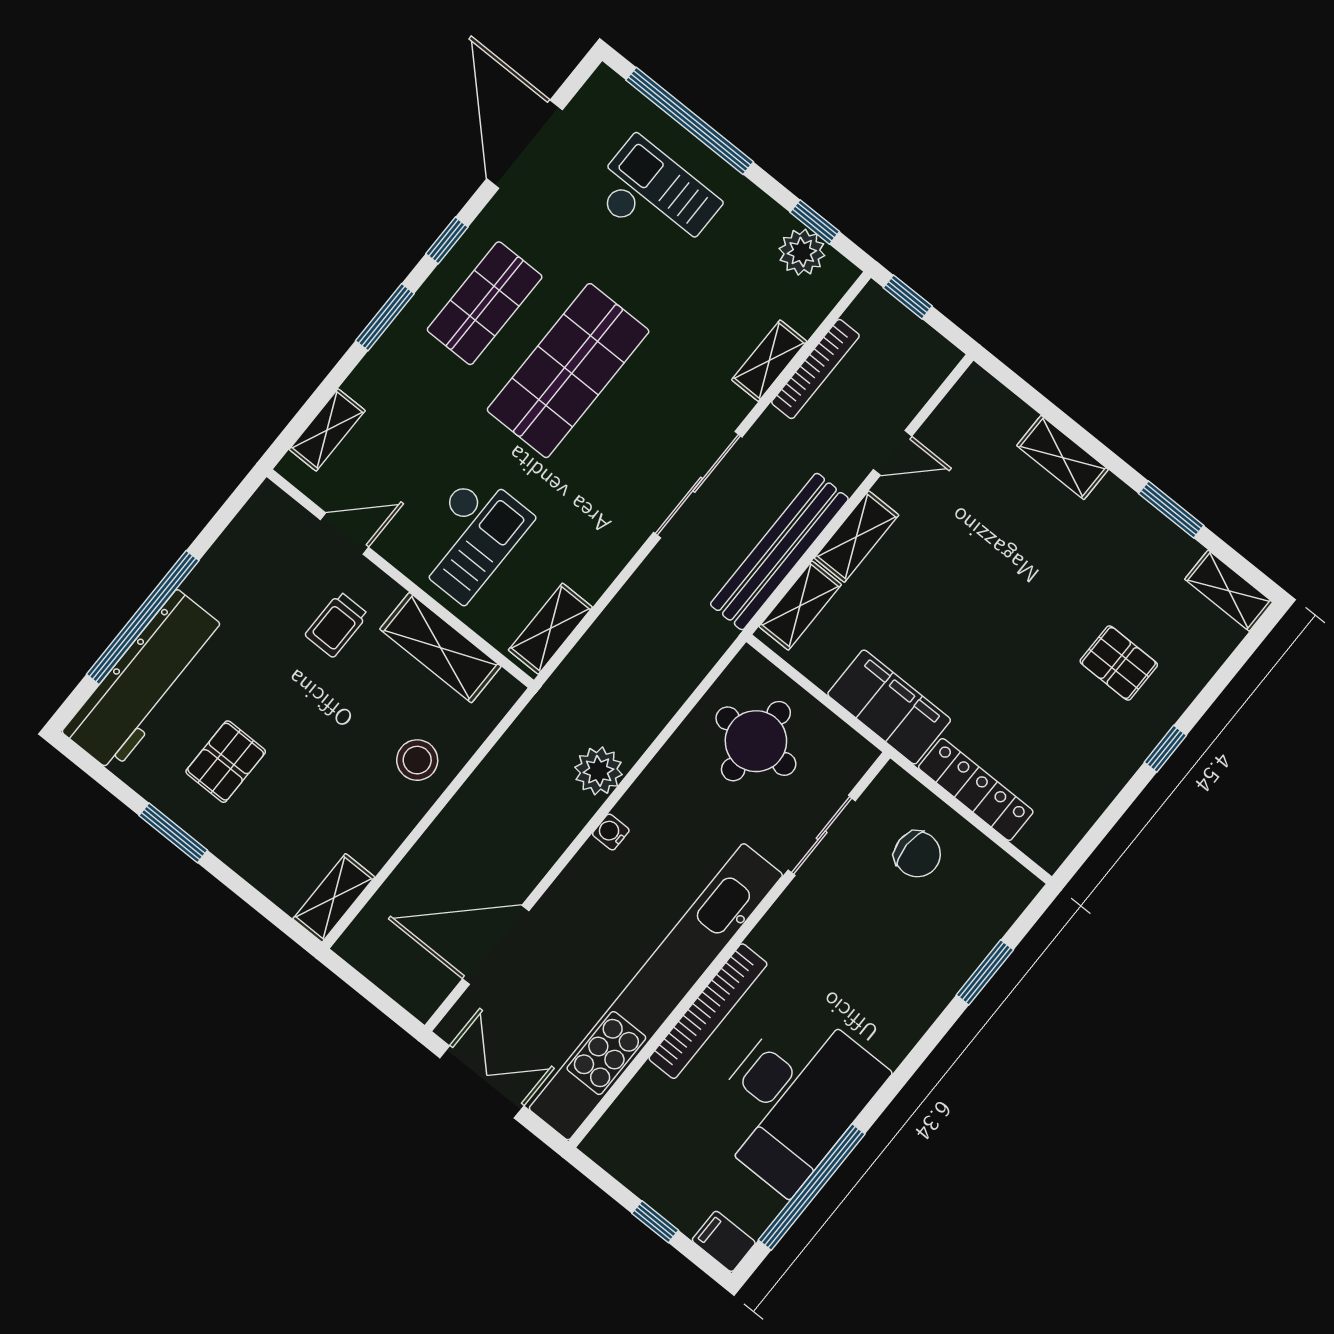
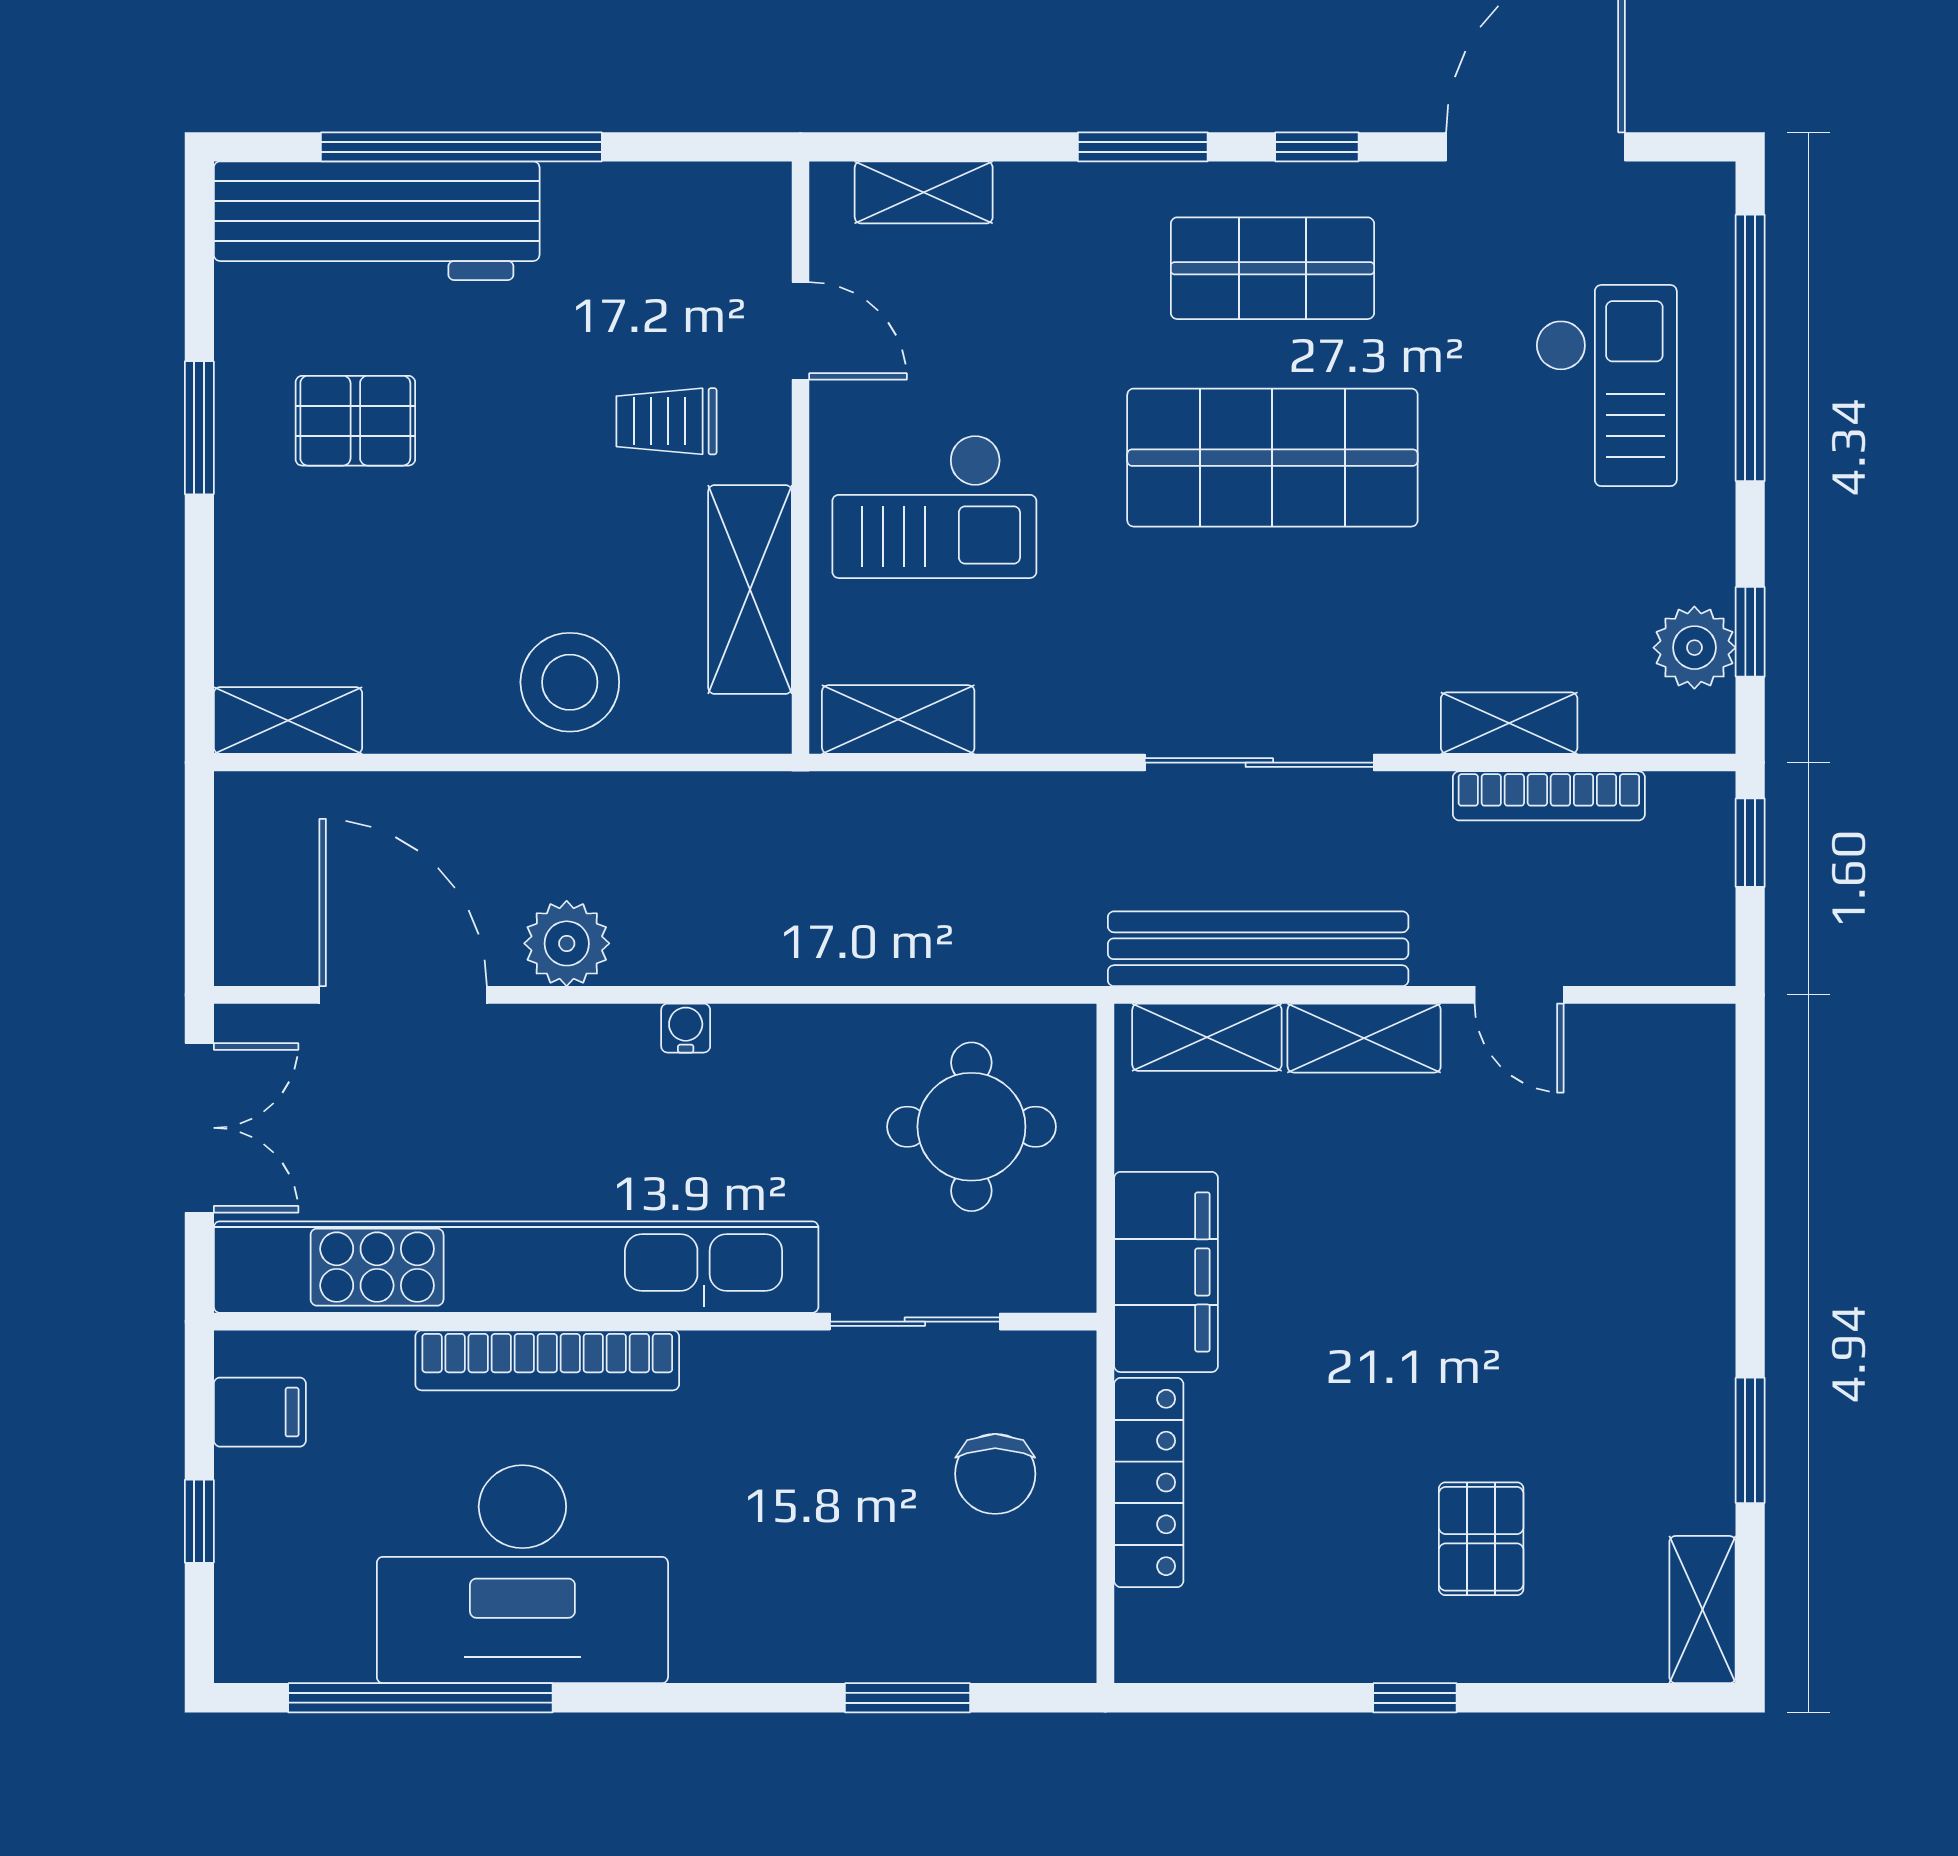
shelving: (1063, 458) -> (1701, 1234), removed
stool: (417, 760) -> (570, 682), width x1.38, depth x1.38
plant: (599, 771) -> (567, 943), moved
filing cabinet: (724, 1241) -> (260, 1412), moved, turned 90

